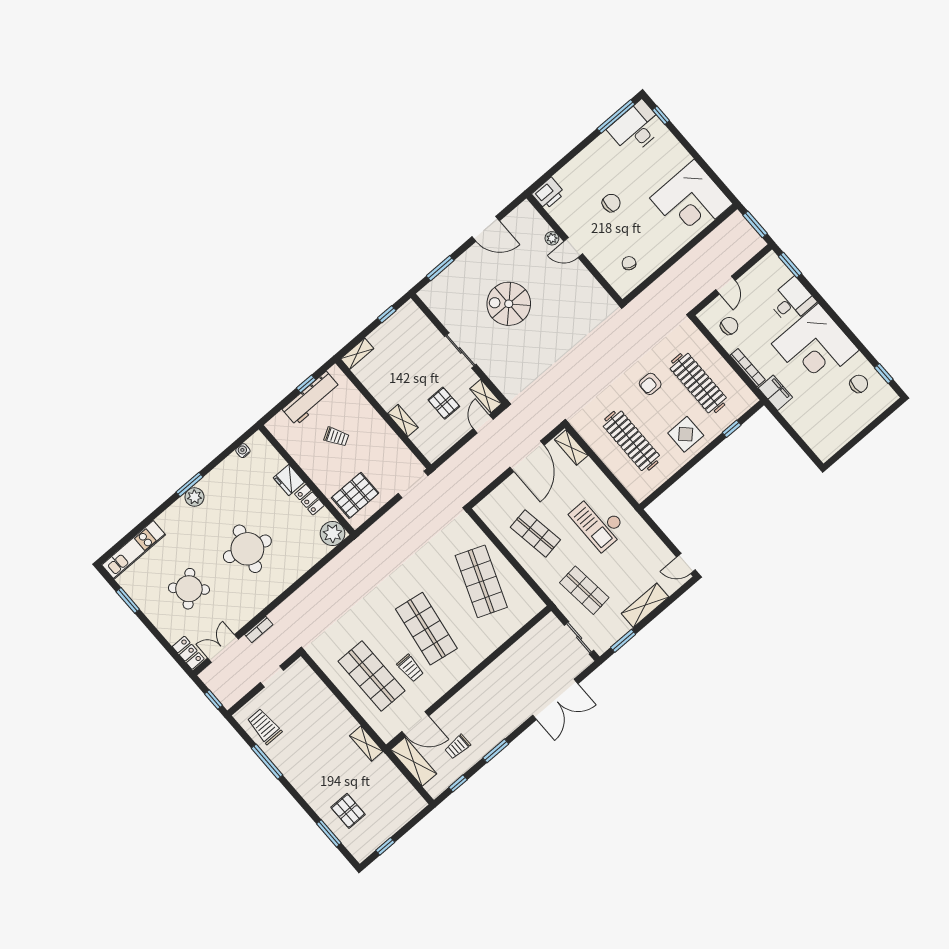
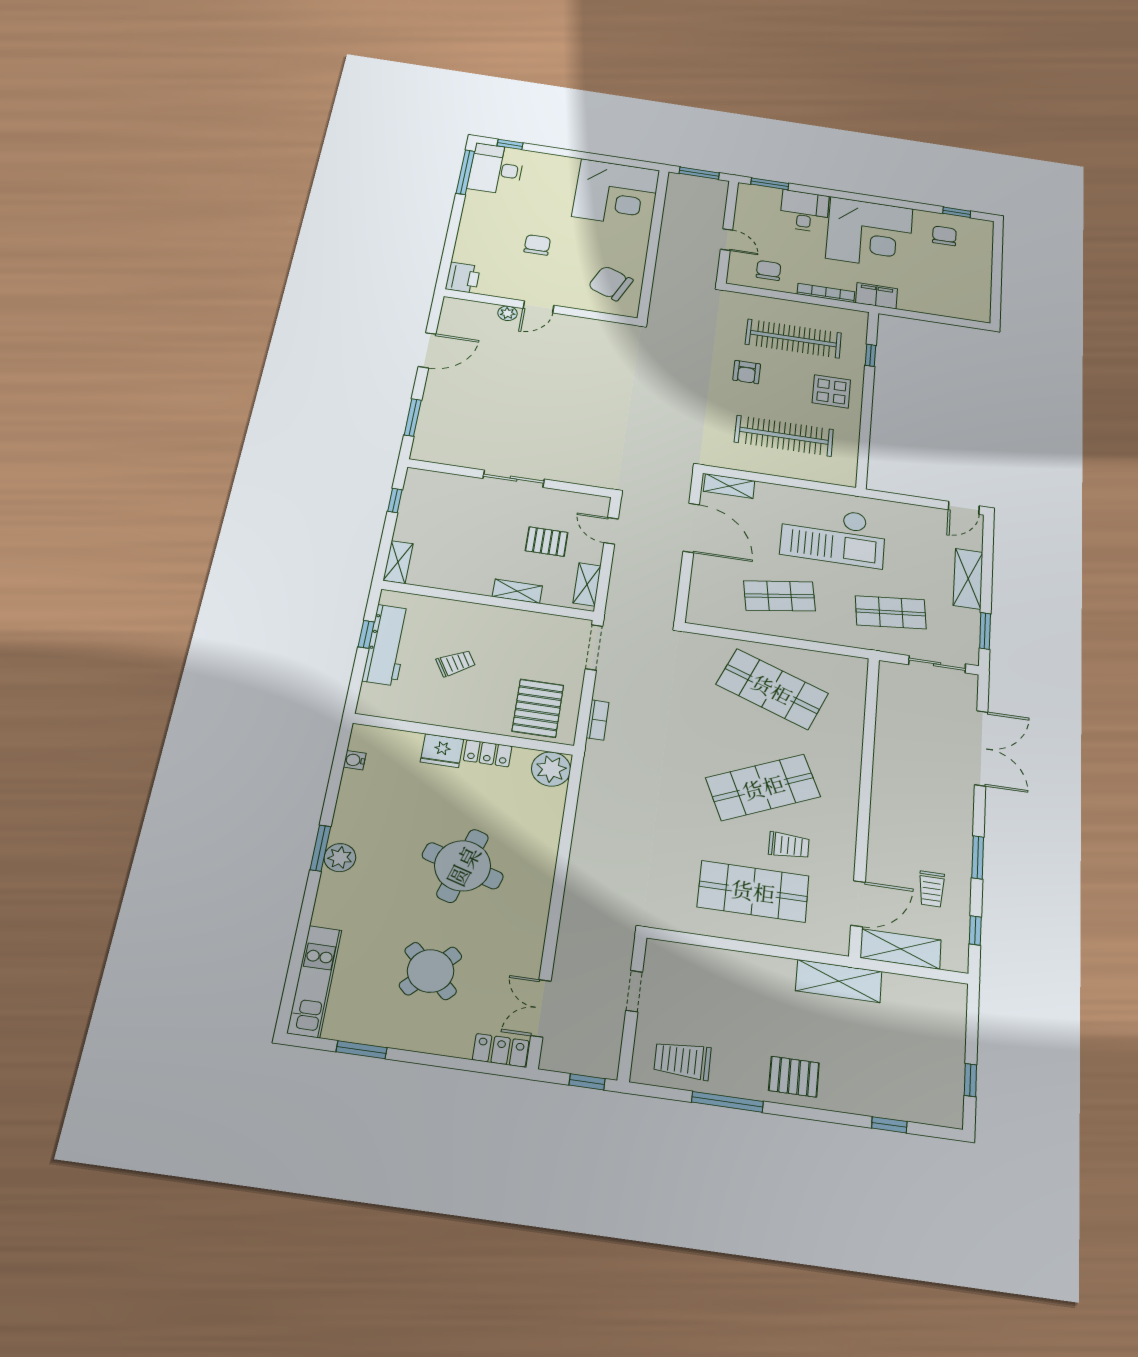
chair: (629, 263) -> (611, 283), width x1.87, depth x1.87
spiral stairs: (509, 304) -> (522, 400), removed
shelving: (486, 396) -> (587, 584), moved, turned 90
checkout: (598, 522) -> (833, 535), width x1.36, depth x1.21
bookcase: (259, 629) -> (598, 720), moved
shop shelf: (426, 629) -> (763, 787), turned -33
shelving: (366, 744) -> (839, 981), width x1.50, depth x1.33
pallet: (348, 811) -> (794, 1077), moved
window: (329, 833) -> (889, 1125), width x0.67

